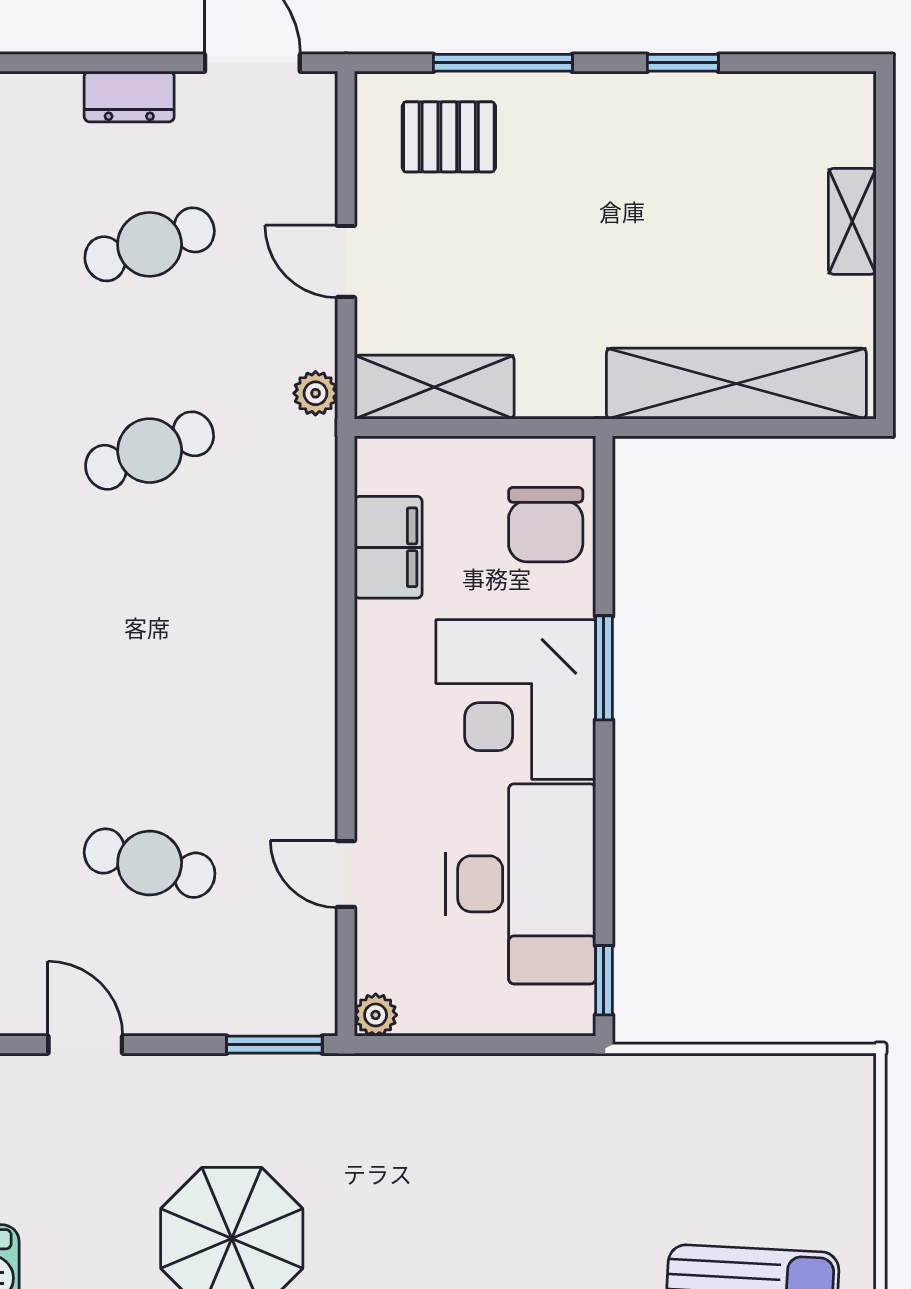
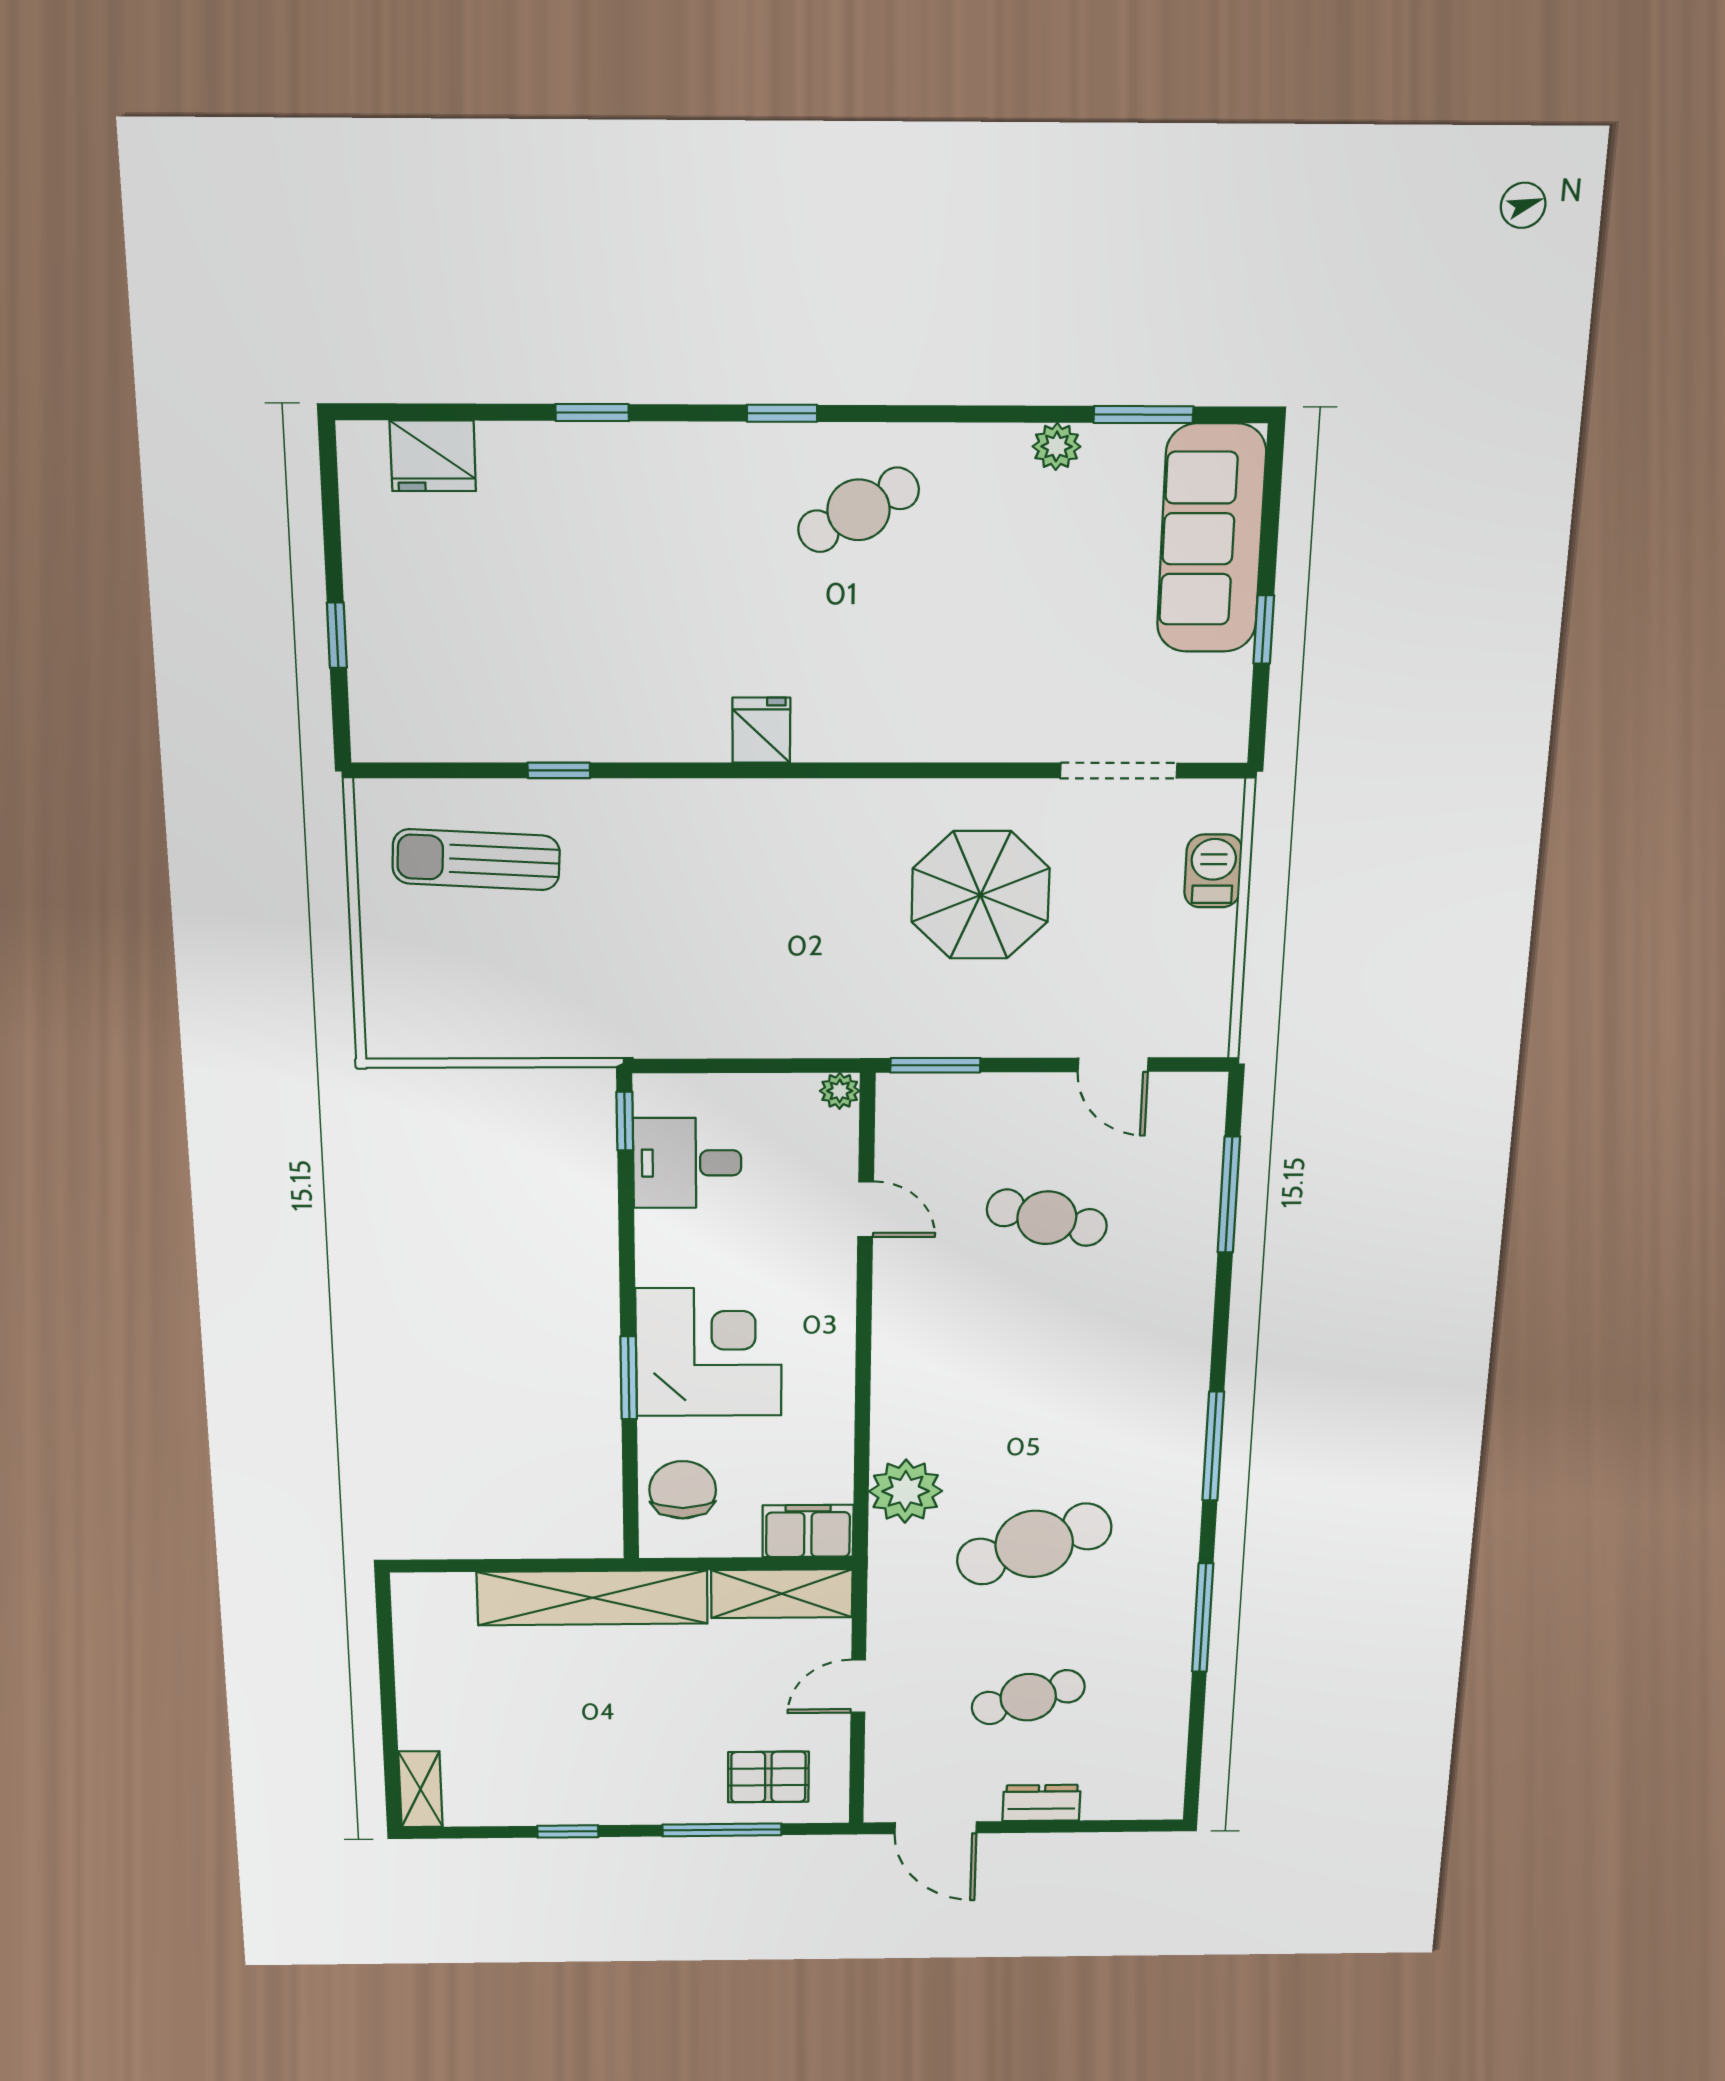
shelving: (852, 221) -> (420, 1789), moved
door: (346, 261) -> (858, 1686), swing flipped
shelving: (736, 384) -> (592, 1598), moved
plant: (316, 393) -> (906, 1491), moved, width x1.88, depth x1.88
cafe table: (150, 451) -> (1034, 1544), width x1.37, depth x1.35
filing cabinet: (388, 547) -> (808, 1531), moved, turned 90
desk: (521, 884) -> (687, 1163), width x0.53, depth x0.77

